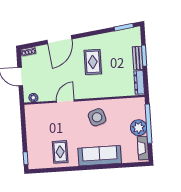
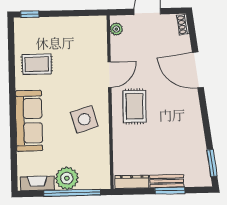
rug: (93, 62) -> (134, 106), moved, turned 90
door: (65, 101) -> (109, 75), hinge flipped

